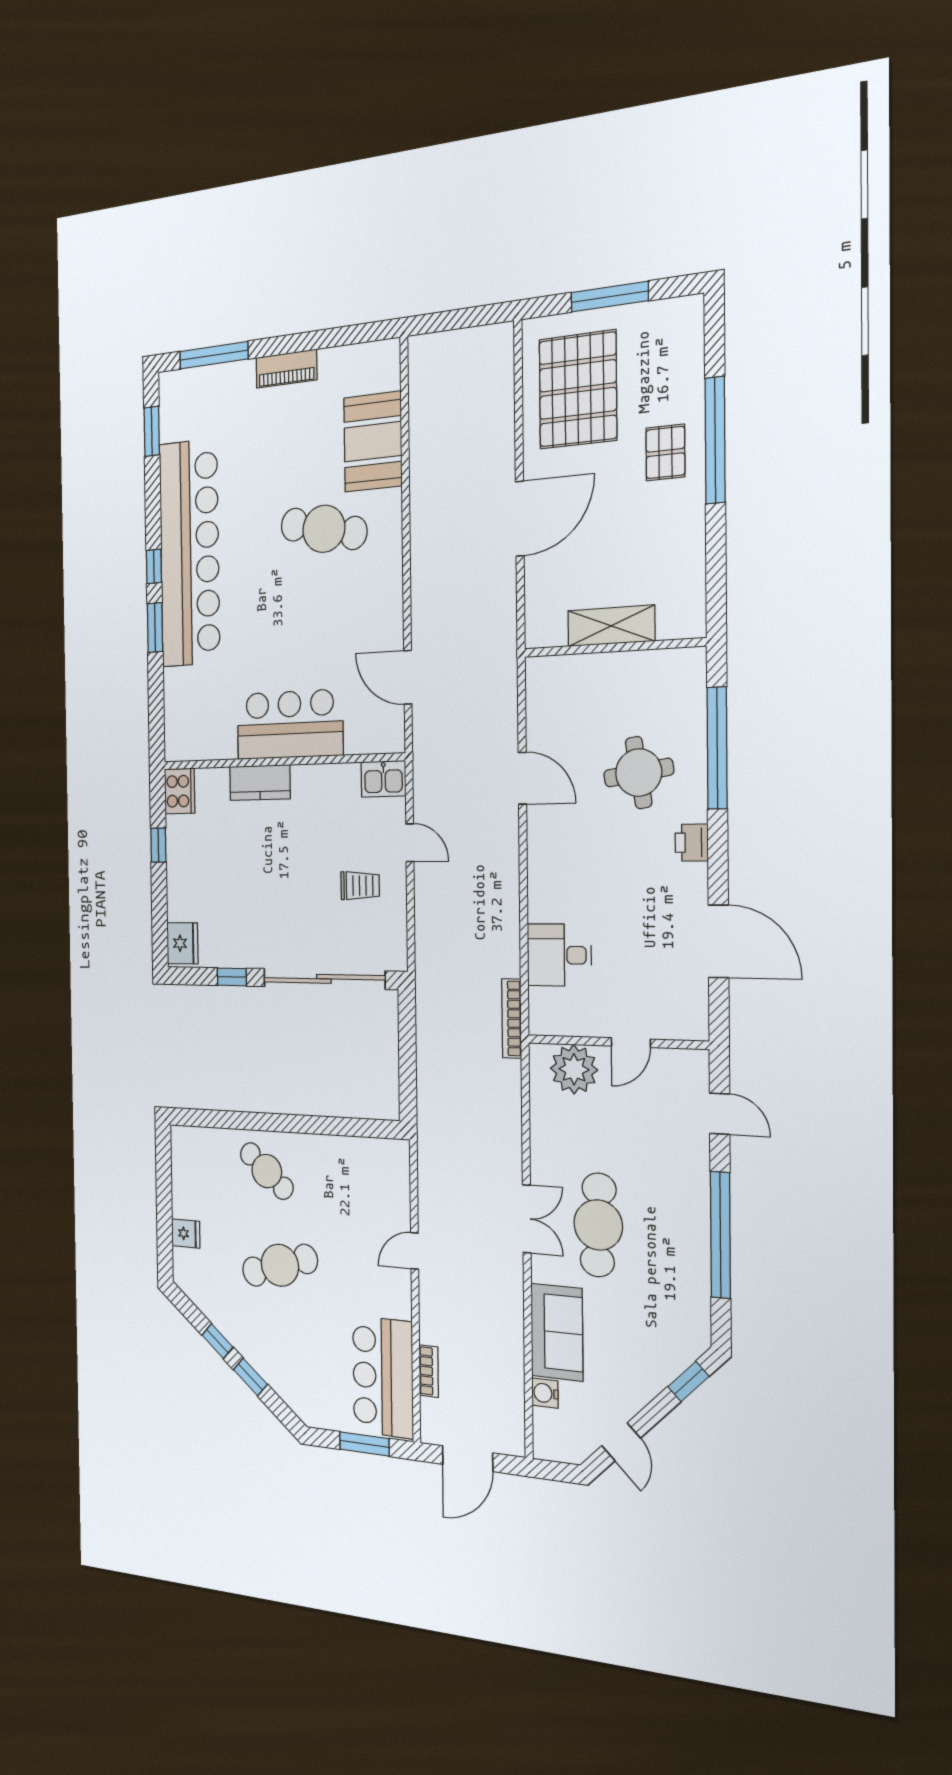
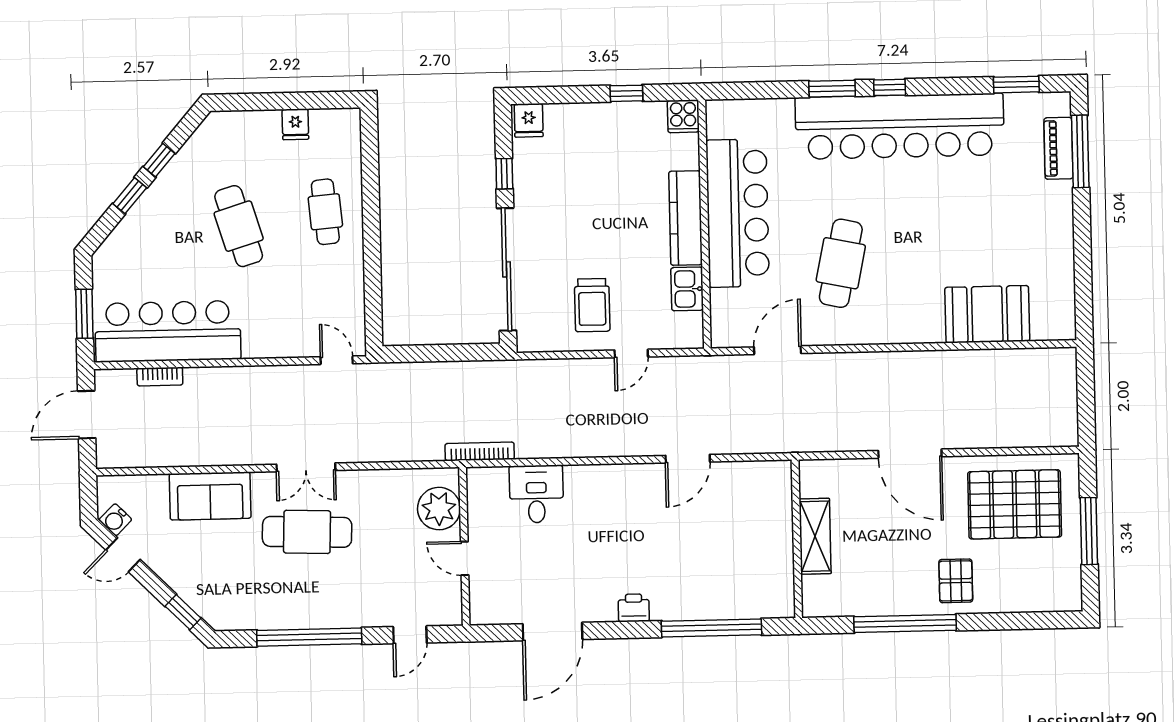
piano: (286, 369) -> (1058, 148), moved
window: (715, 440) -> (905, 624), moved
pallet: (665, 453) -> (956, 581), turned 90
cafe table: (324, 529) -> (841, 263), moved
bar counter: (290, 725) -> (738, 213), width x1.36
round table: (639, 773) -> (692, 562), removed
kitchen sink: (383, 779) -> (687, 289), moved
kitchen counter: (260, 783) -> (686, 218), width x1.50
cooker: (180, 791) -> (683, 116), width x0.73
trolley: (360, 886) -> (592, 305), width x1.36, depth x1.39
fridge: (182, 943) -> (529, 120), width x0.72
cafe table: (267, 1171) -> (325, 212), turned -46
fridge: (186, 1234) -> (295, 124), moved
door: (415, 1251) -> (337, 360), moved
bar counter: (383, 1377) -> (168, 331), width x1.36
water cooler: (545, 1393) -> (115, 520), moved, turned -135
door: (468, 1459) -> (87, 415), hinge flipped

